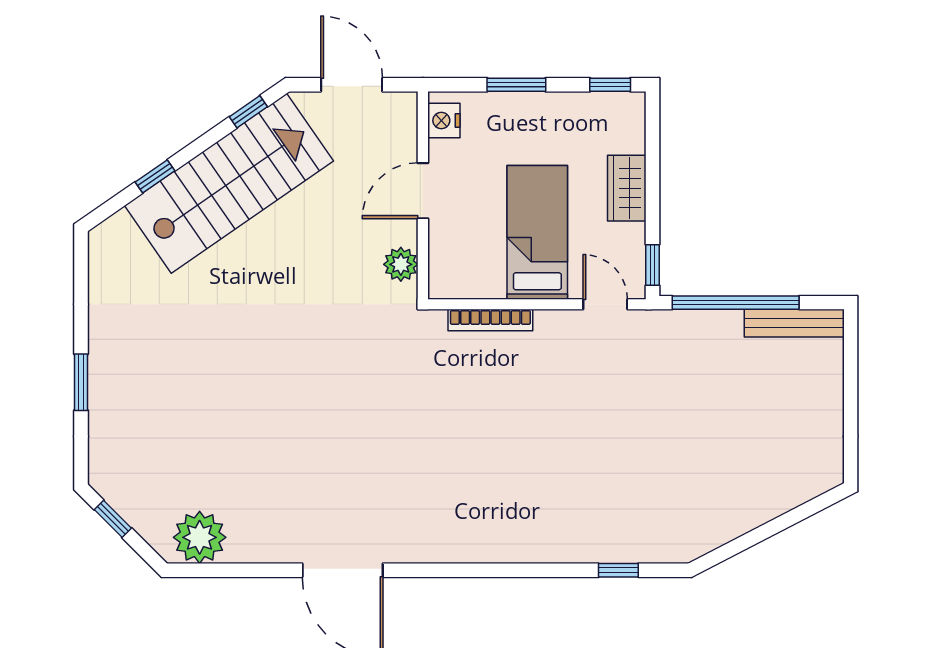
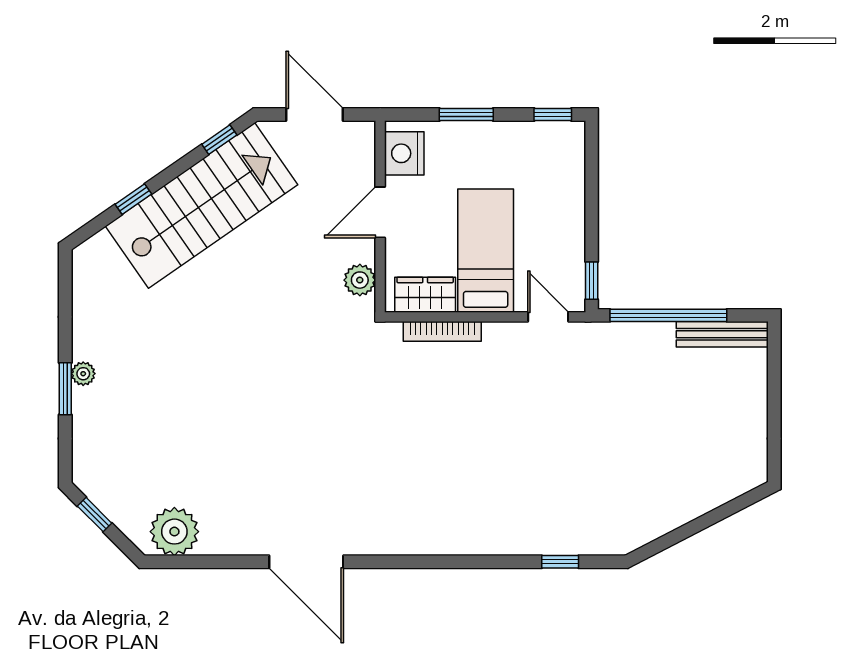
nightstand: (444, 121) -> (404, 153), width x1.36, depth x1.33
wardrobe: (627, 188) -> (425, 295), moved, turned 90
plant: (101, 366) -> (83, 374), added

